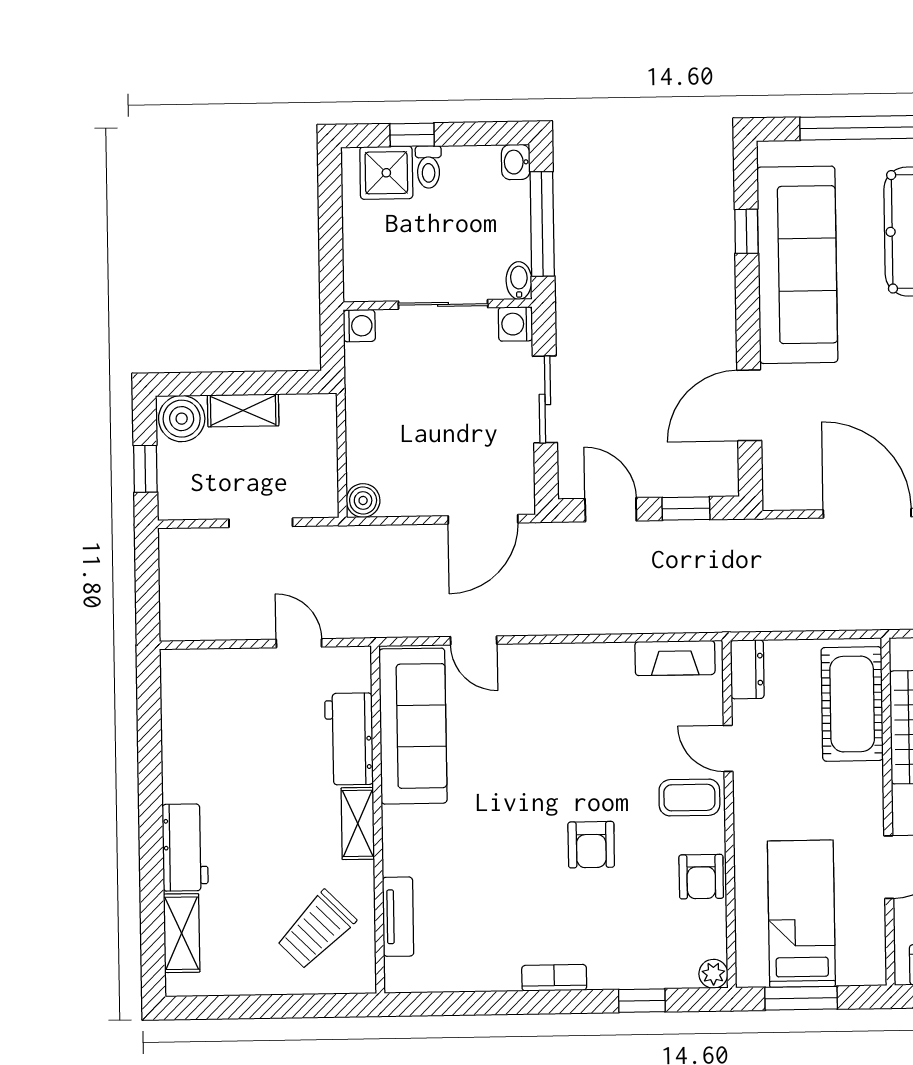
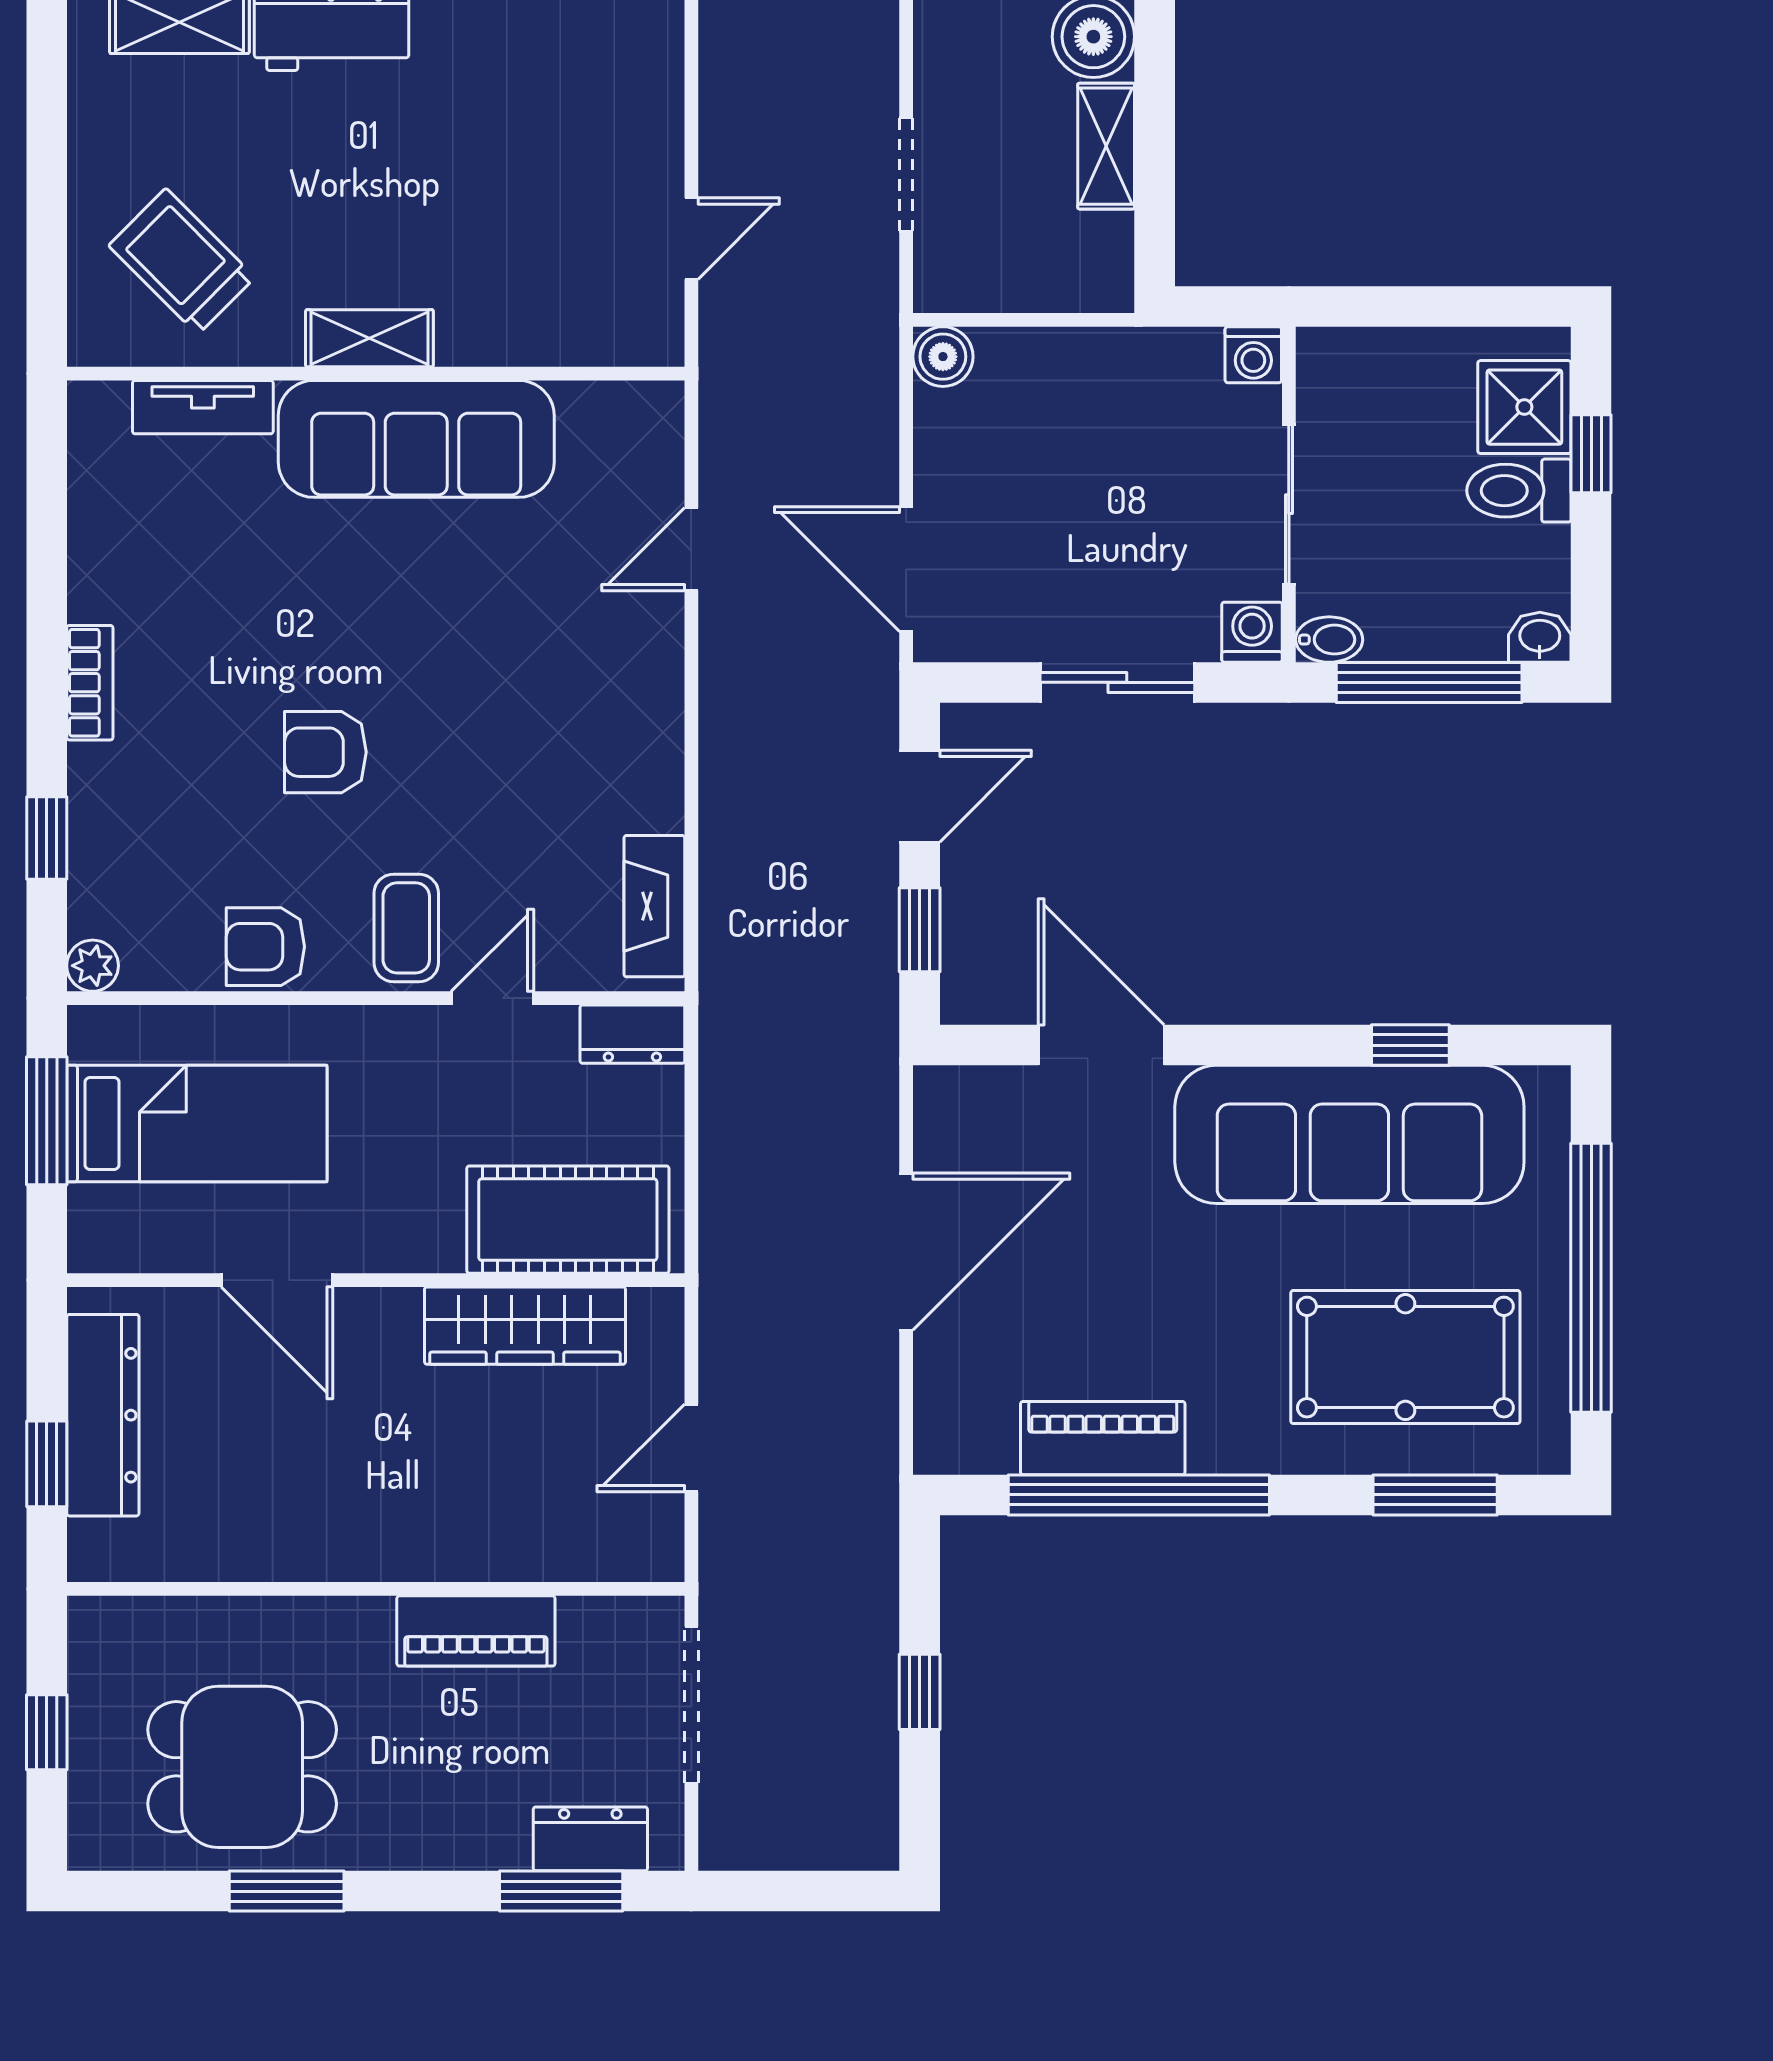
toilet: (428, 167) -> (1519, 491), width x1.37, depth x1.39
sofa: (413, 726) -> (416, 439), moved
workbench: (349, 739) -> (520, 325), removed

